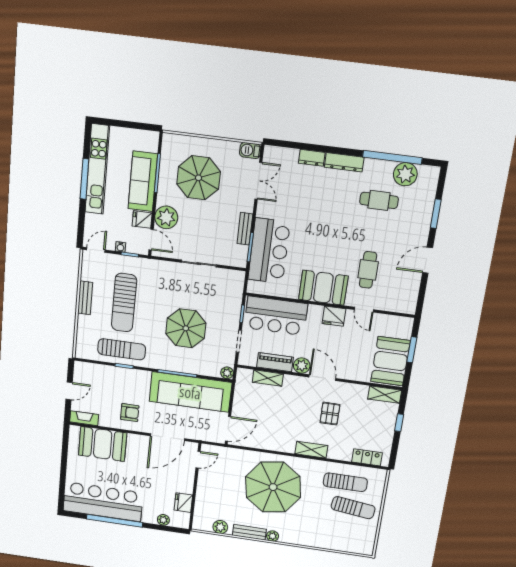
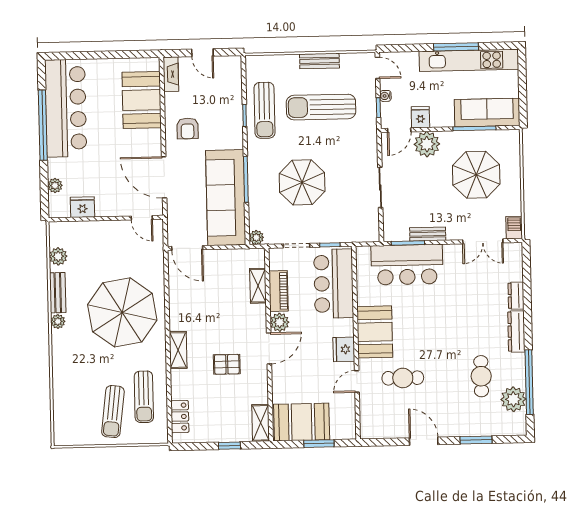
sofa: (143, 181) -> (487, 113), moved

